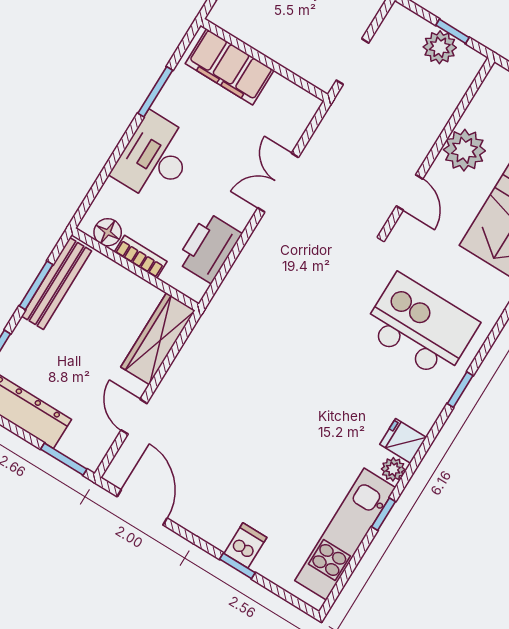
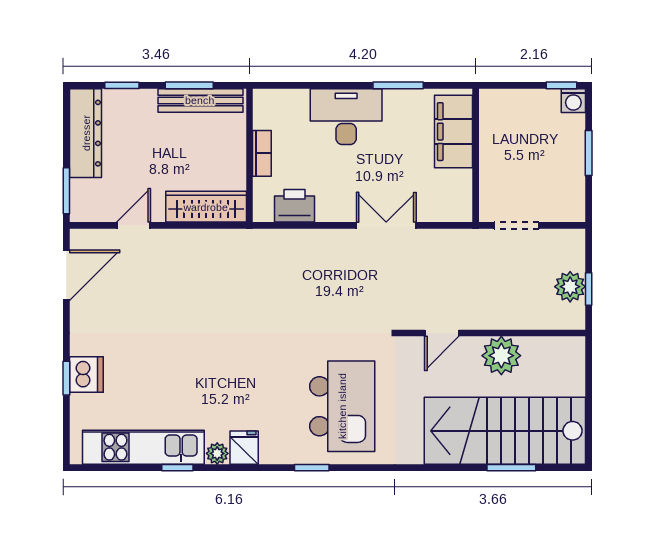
floor lamp: (108, 232) -> (265, 116), removed
printer: (209, 248) -> (294, 206), width x0.73, depth x0.84
dishwasher: (245, 545) -> (86, 374), width x1.38

